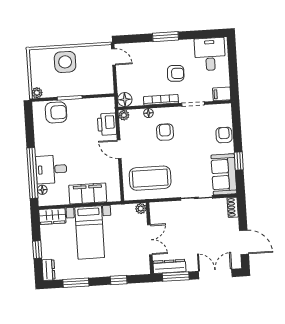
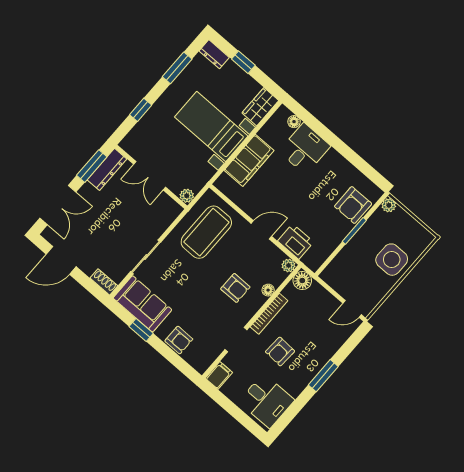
window: (32, 173) -> (319, 128), removed

